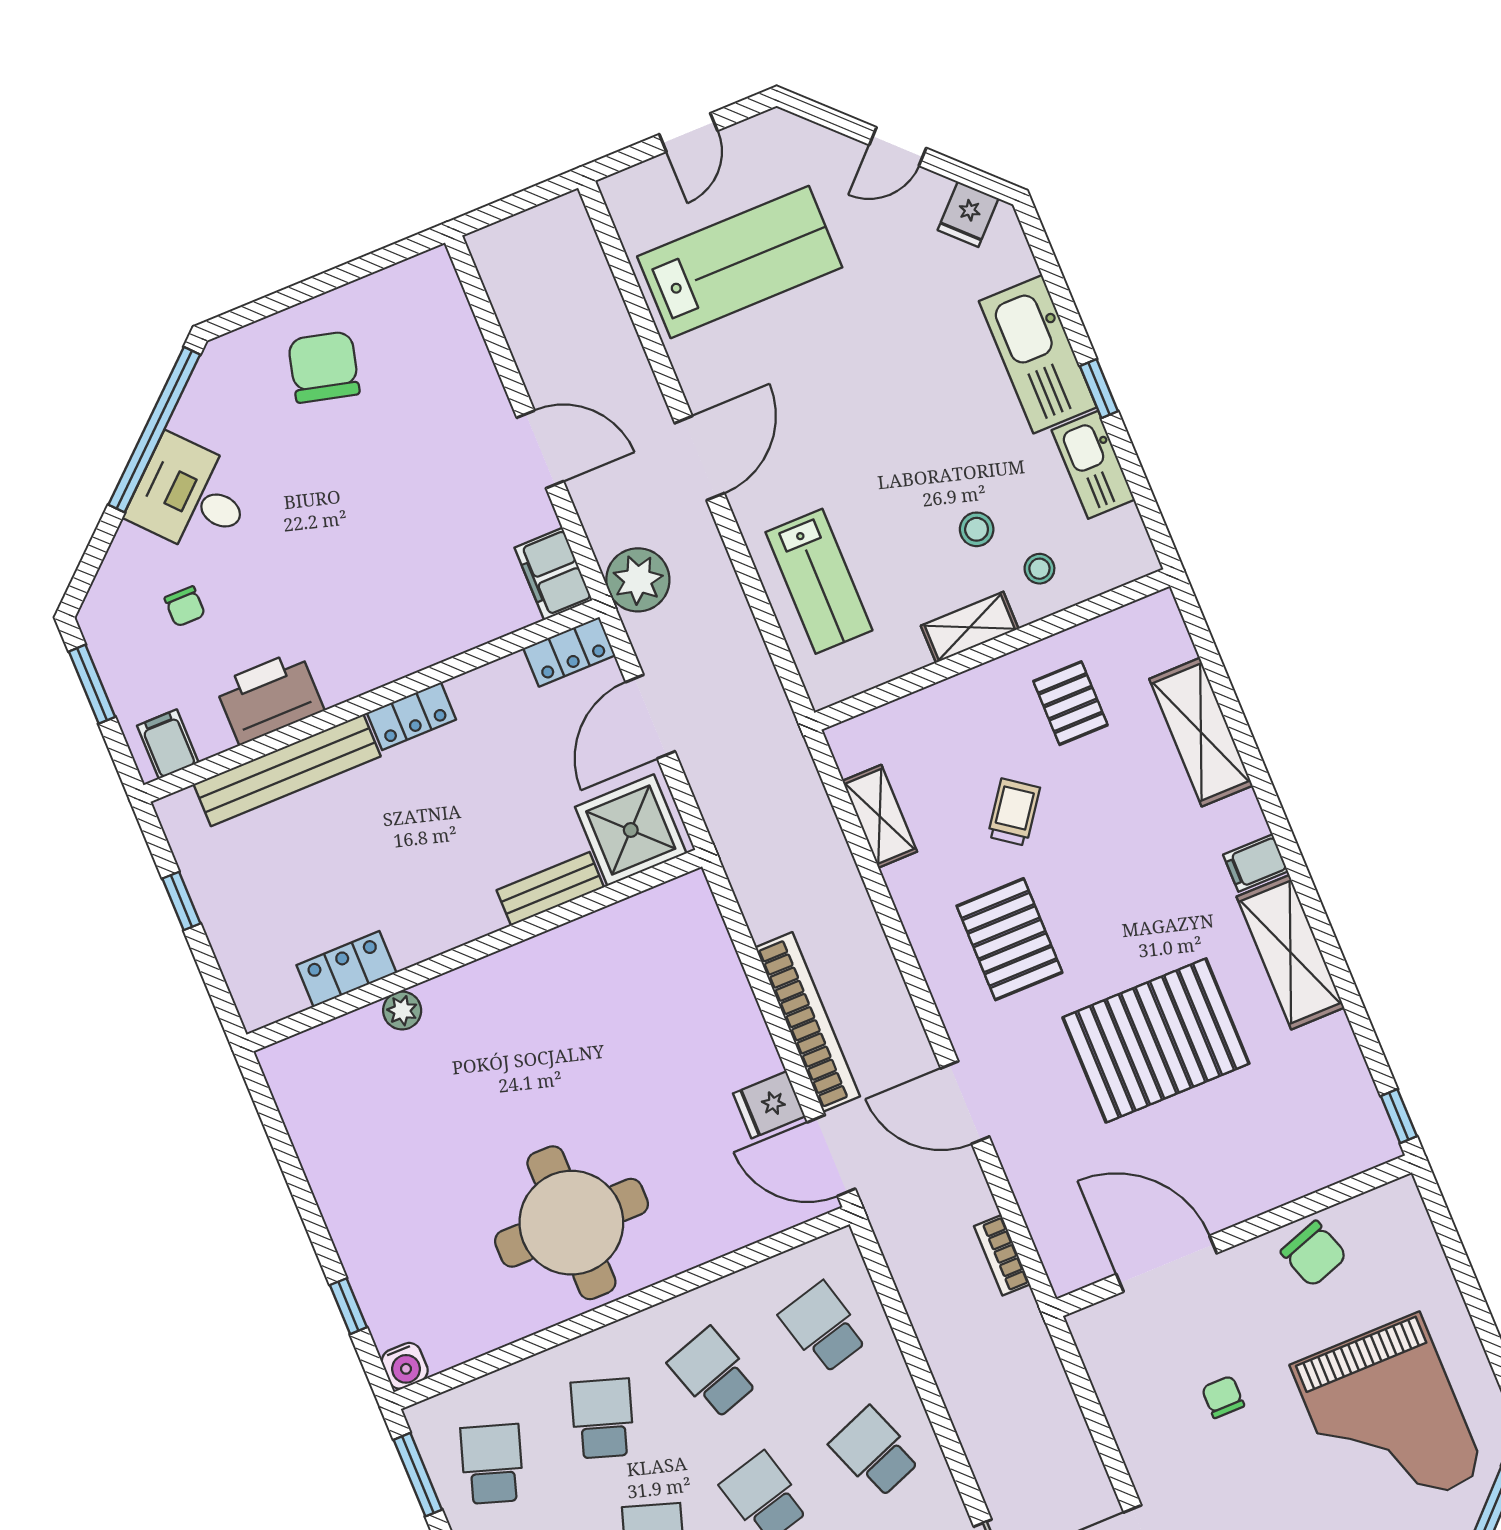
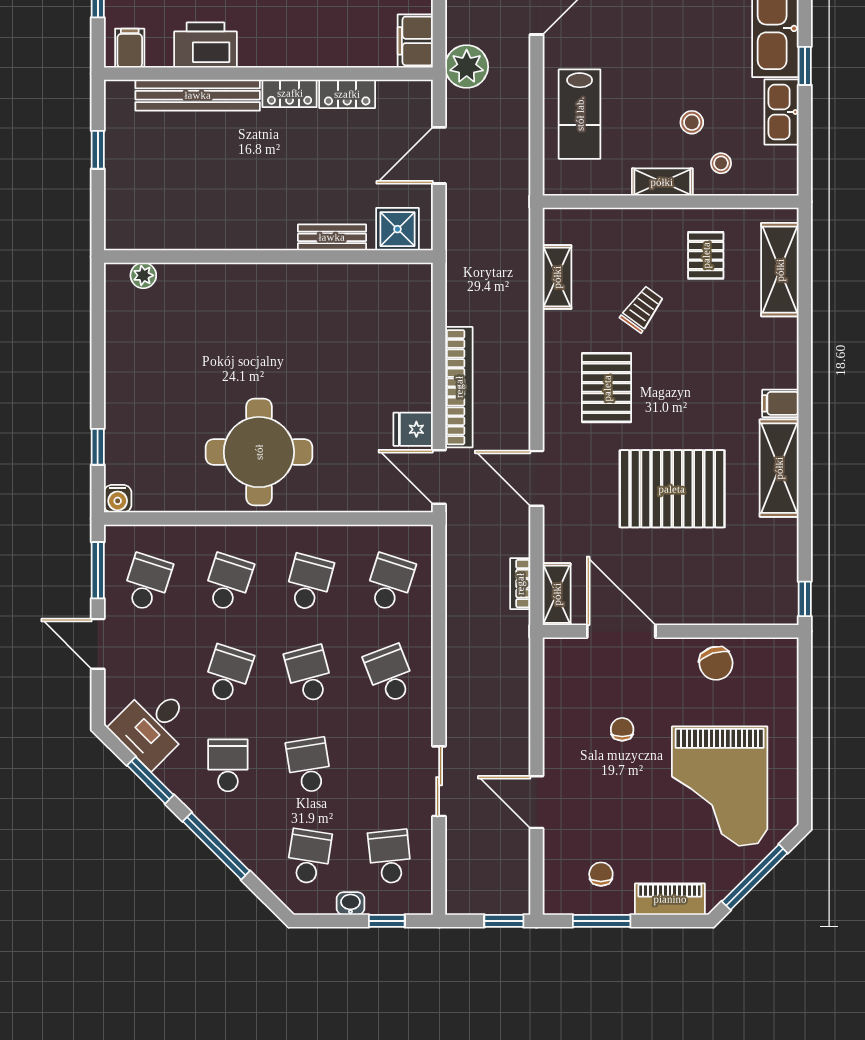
locker: (569, 652) -> (347, 94), moved
shelving: (1201, 732) -> (780, 270), moved
shower: (631, 830) -> (397, 229), width x0.73, depth x0.73
locker: (346, 969) -> (184, 235), removed
plant: (402, 1011) -> (143, 275), moved
shelving: (1058, 1249) -> (557, 594), added
school desk: (823, 1327) -> (390, 583), turned 33
school desk: (713, 1373) -> (309, 583), turned 33

